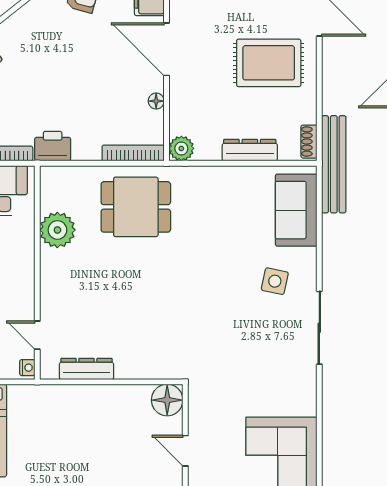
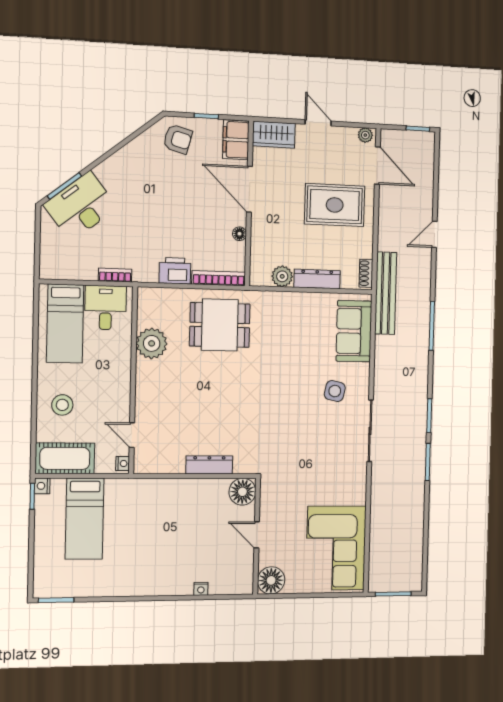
printer: (53, 146) -> (175, 271), moved
plant: (181, 148) -> (282, 276), moved
dresser: (86, 369) -> (209, 465), moved

